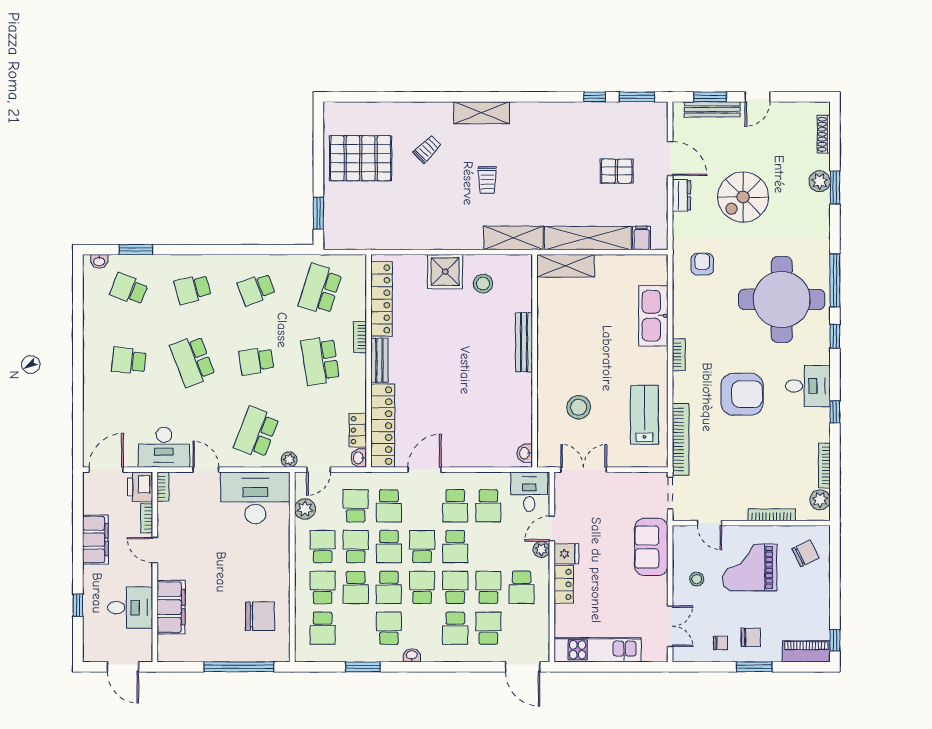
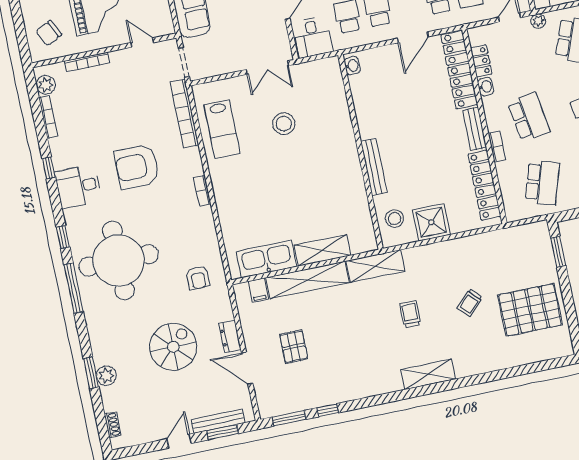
shoe rack: (824, 134) -> (113, 425), width x0.70
trolley: (427, 149) -> (470, 303), moved
pallet: (617, 171) -> (294, 347), turned 90
kitchen sink: (653, 316) -> (266, 259), moved, turned -90
bench: (524, 342) -> (374, 167), moved
wall: (535, 361) -> (361, 152), moved
washbasin: (525, 453) -> (352, 66), moved
washbasin: (359, 458) -> (486, 87), moved

